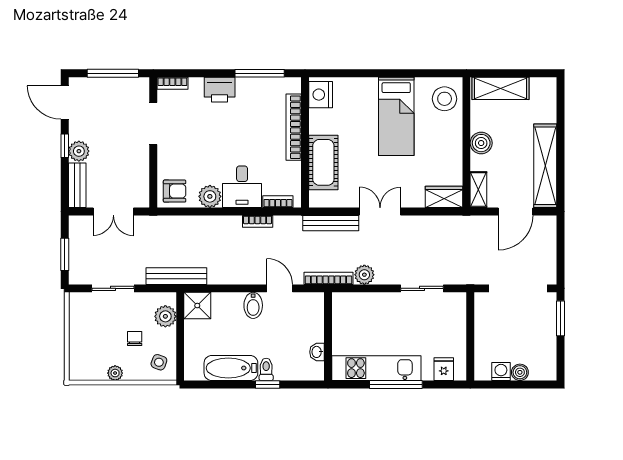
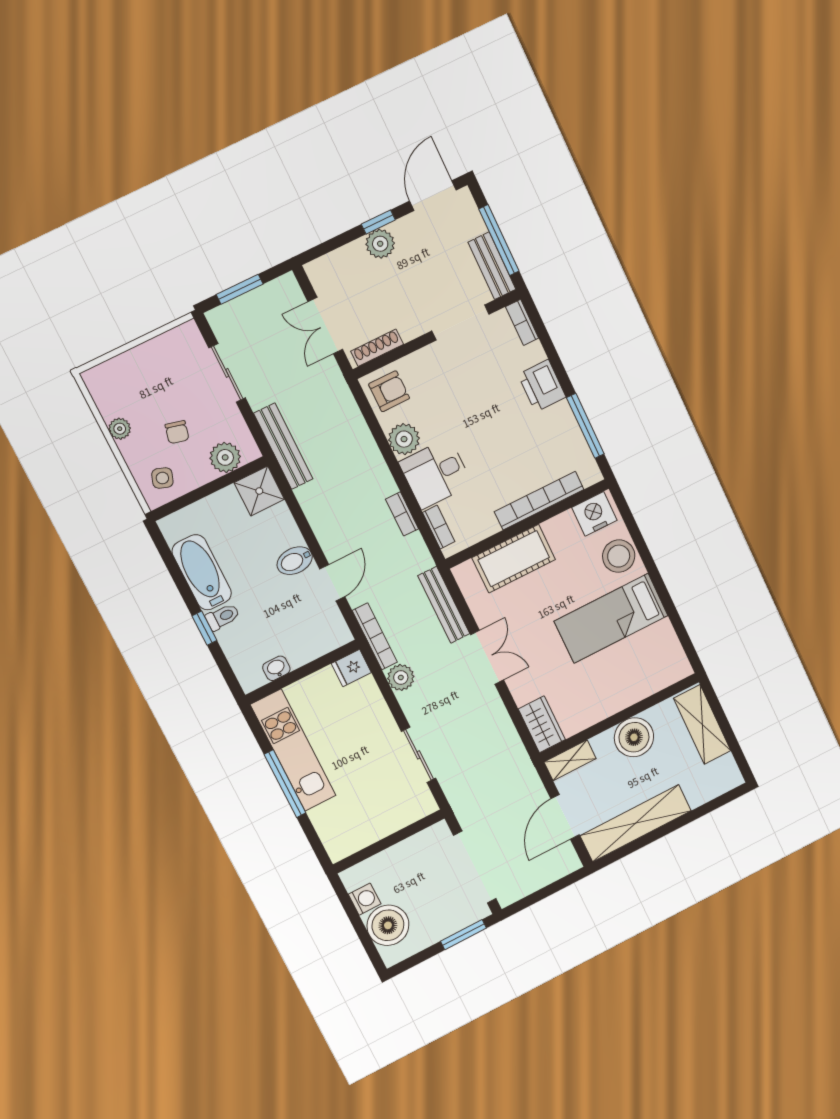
stool: (445, 99) -> (619, 556), moved
boiler: (481, 143) -> (634, 737), width x1.37, depth x1.37
bench: (77, 185) -> (492, 266), moved, turned 90
shoe rack: (143, 185) -> (377, 348), added
armchair: (175, 191) -> (389, 391), turned -90
door: (515, 212) -> (565, 817), hinge flipped
chair: (135, 339) -> (177, 432), turned 104
fridge: (444, 369) -> (351, 668), moved, turned 180
boiler: (520, 372) -> (388, 925), width x1.86, depth x1.86

